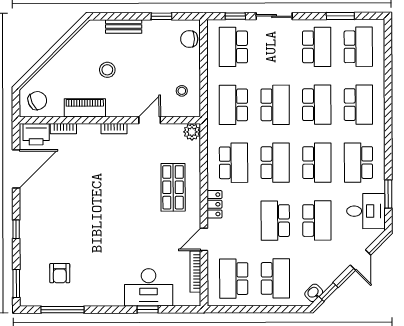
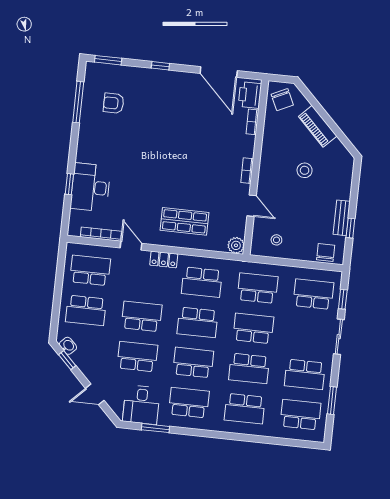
bench: (124, 27) -> (342, 218), moved
school desk: (358, 47) -> (301, 415), turned 180
school desk: (275, 105) -> (253, 328), turned 180
piano: (85, 108) -> (318, 126), moved, turned 135
school desk: (317, 163) -> (193, 363), turned 180
school desk: (317, 220) -> (137, 357), turned 180

